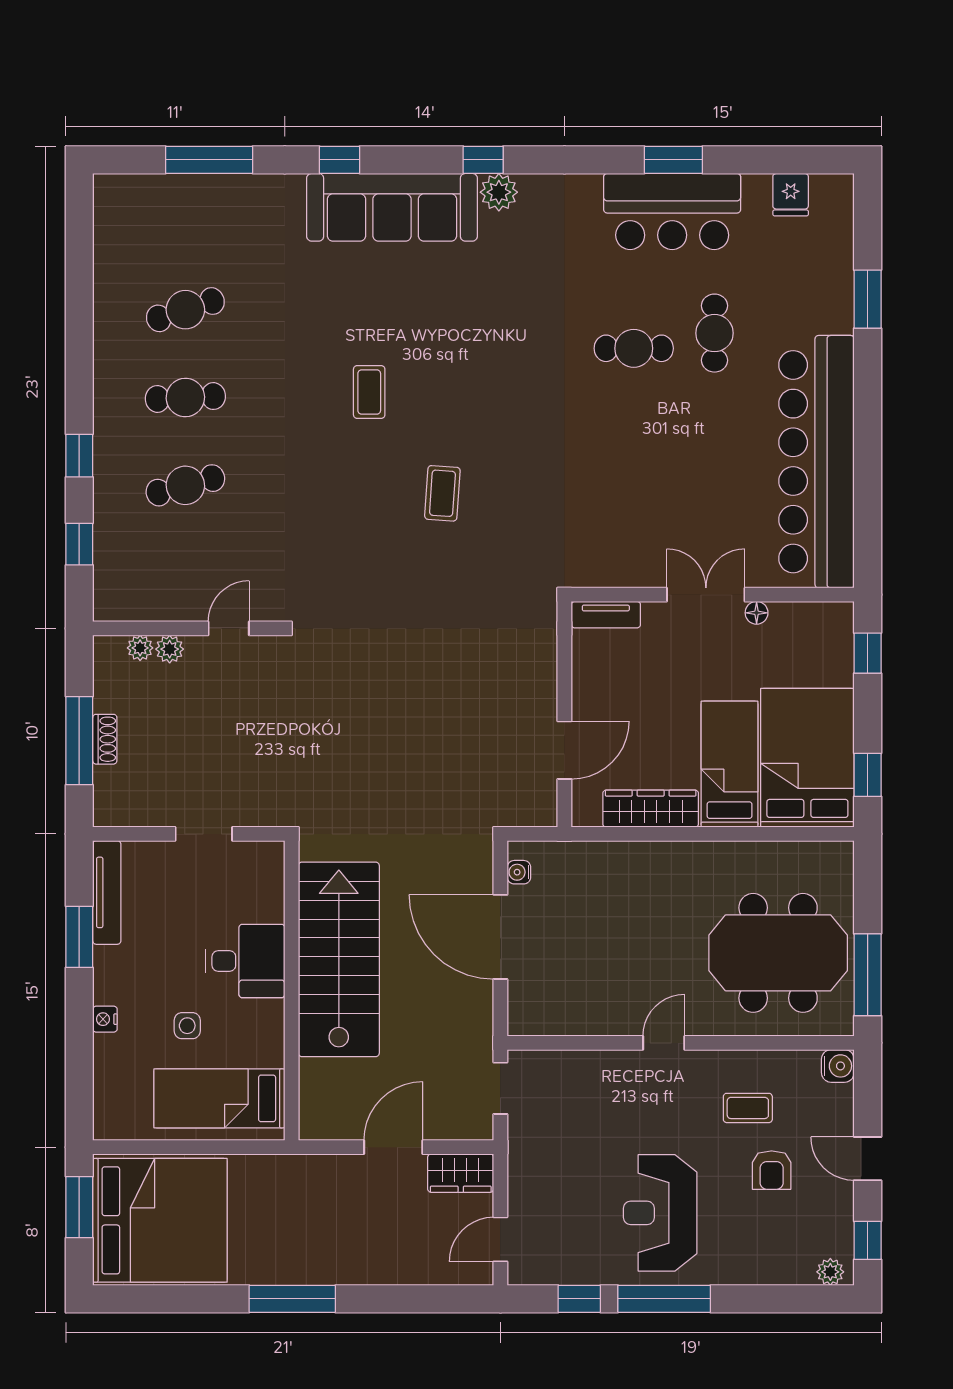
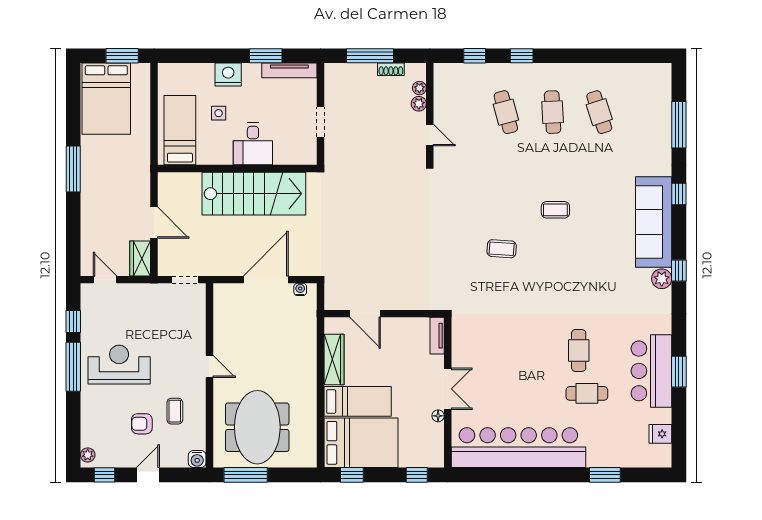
shoe rack: (105, 739) -> (391, 69), moved
nightstand: (105, 1019) -> (228, 75), width x1.89, depth x1.79
bed: (160, 1220) -> (106, 99), width x0.73

